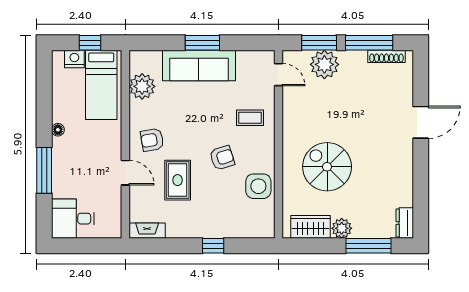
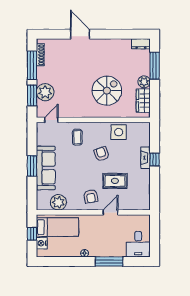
spiral stairs: (327, 167) -> (107, 91), turned 180
fireplace: (147, 231) -> (145, 158), moved

